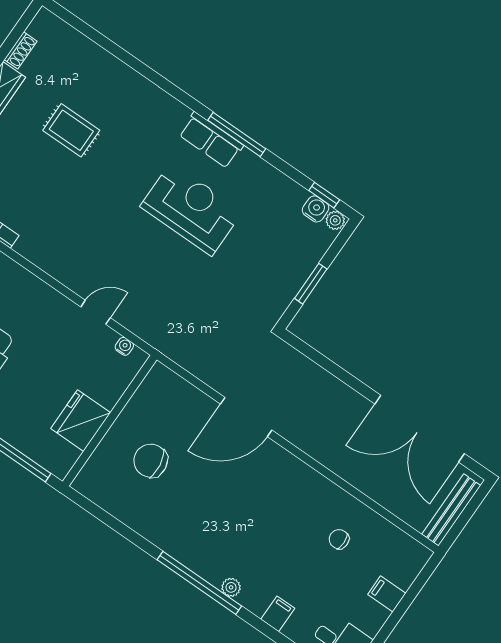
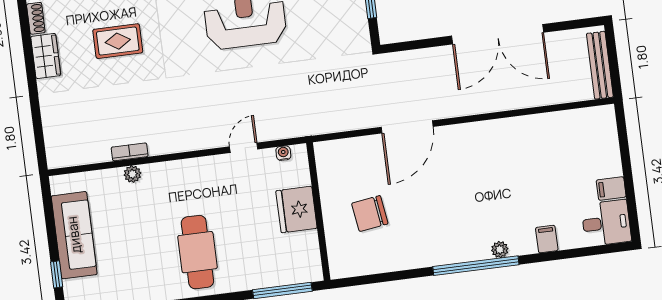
fridge: (81, 421) -> (296, 209), moved
double door: (420, 429) -> (498, 34), moved
chair: (339, 539) -> (543, 152), removed
filing cabinet: (387, 594) -> (611, 189), moved

